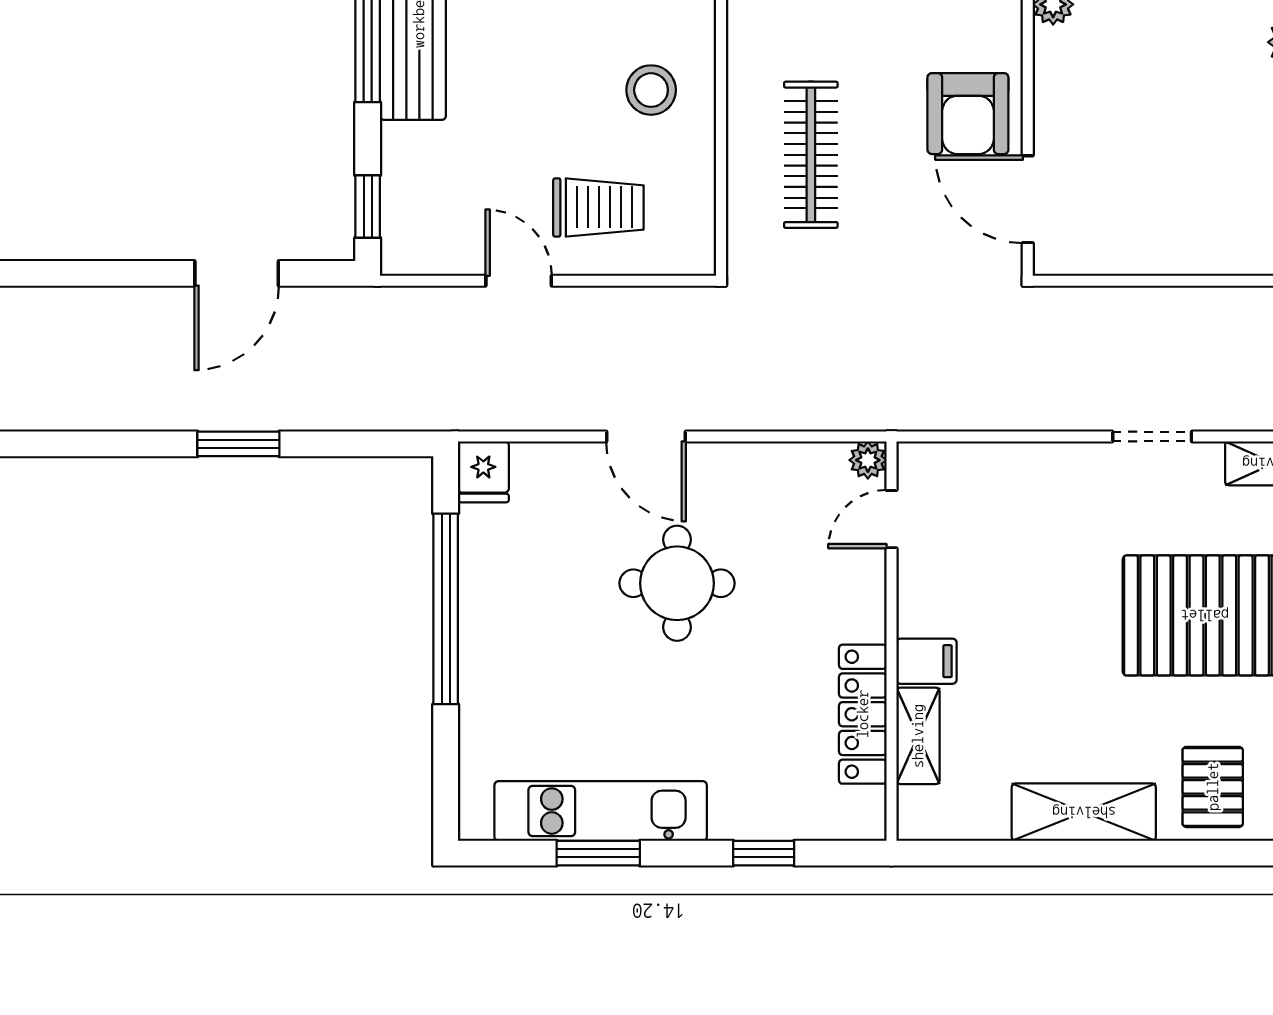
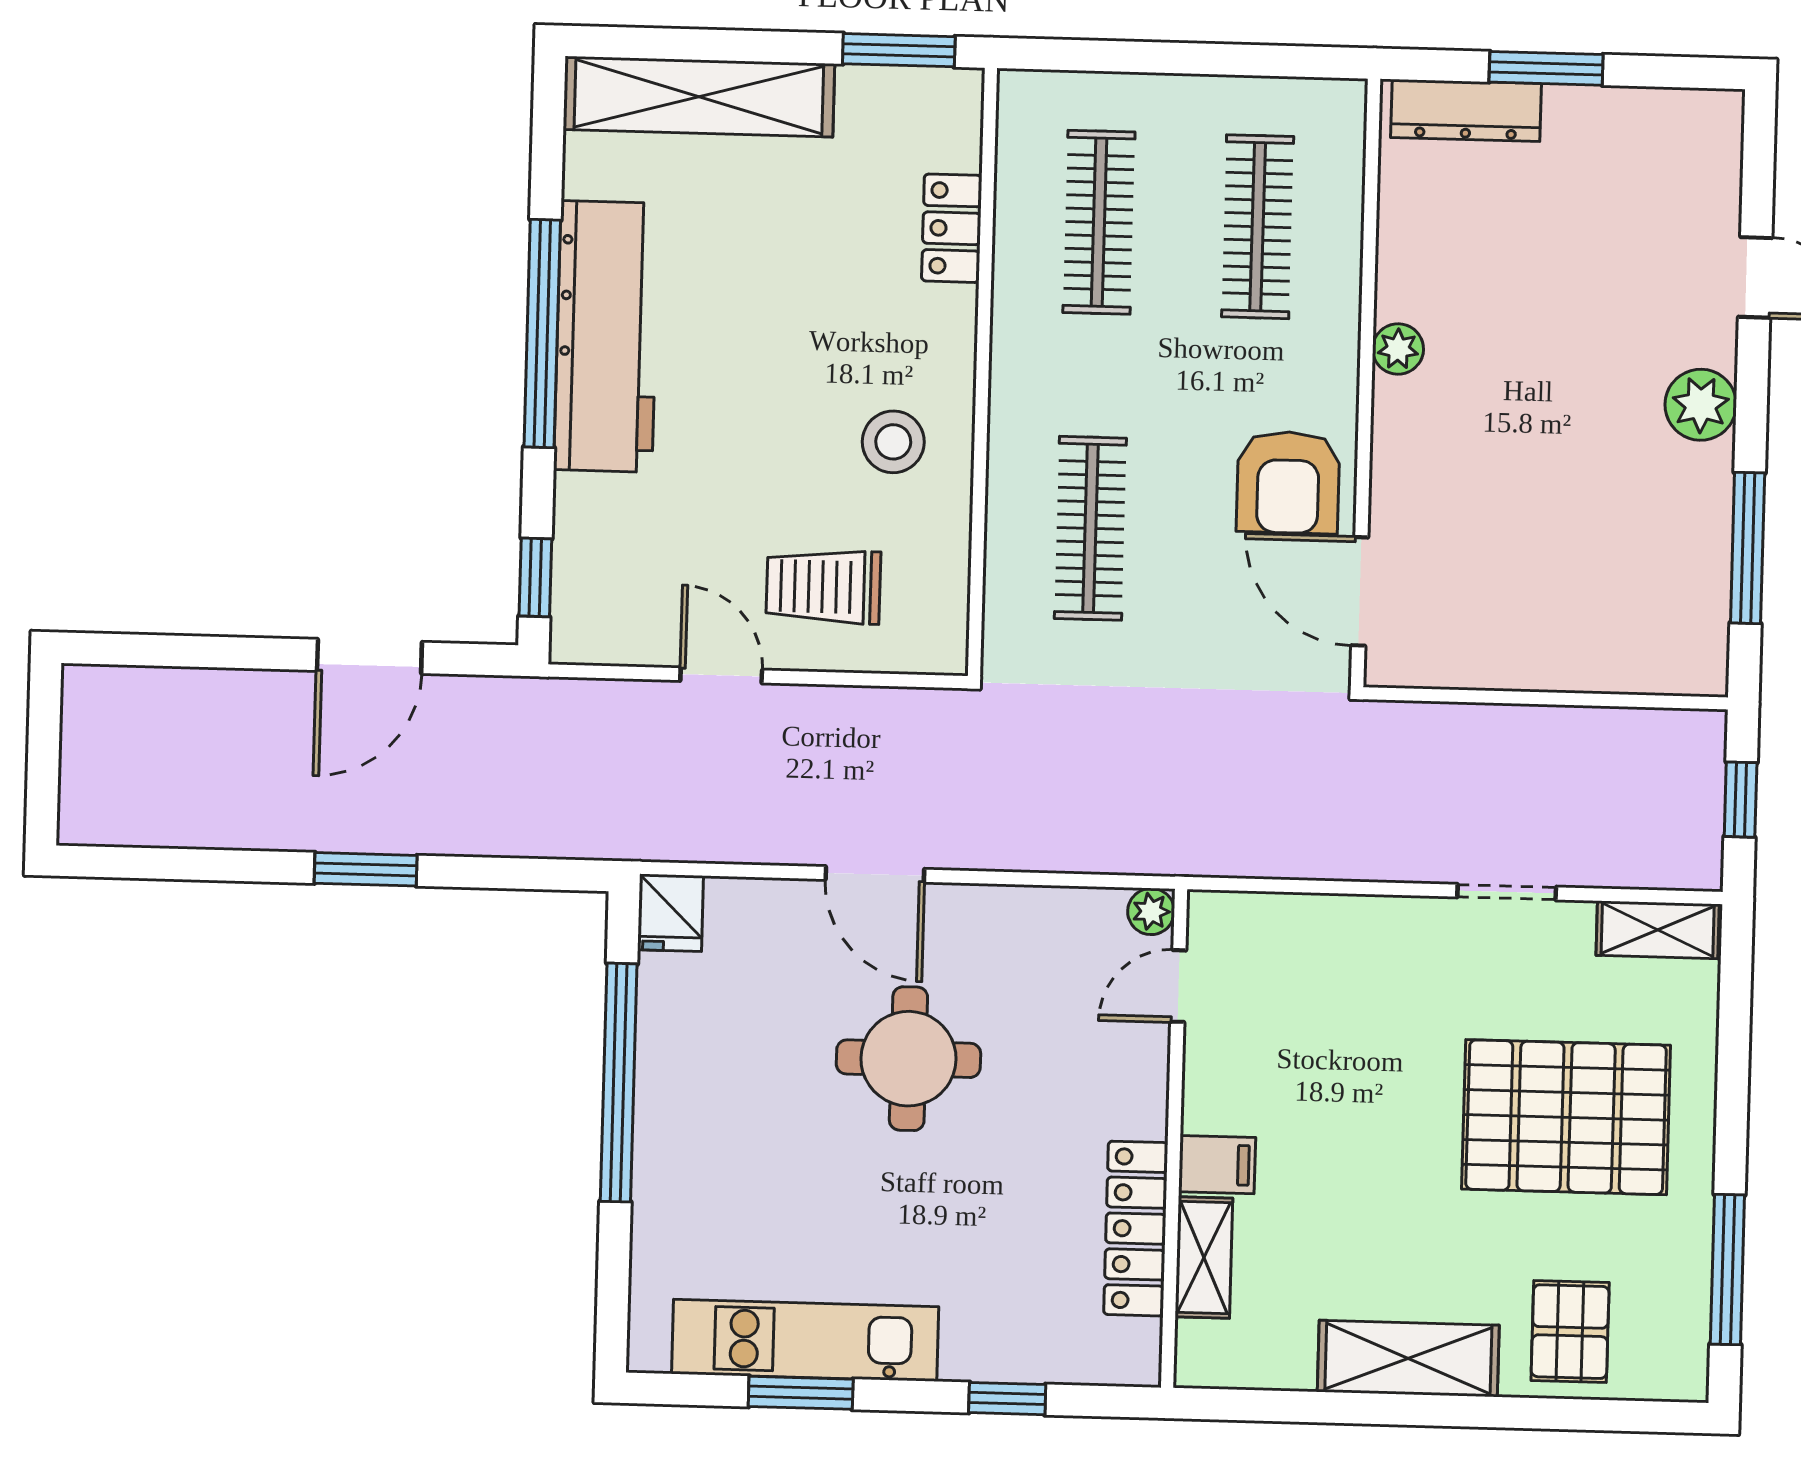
trolley: (598, 207) -> (823, 587), turned 180

